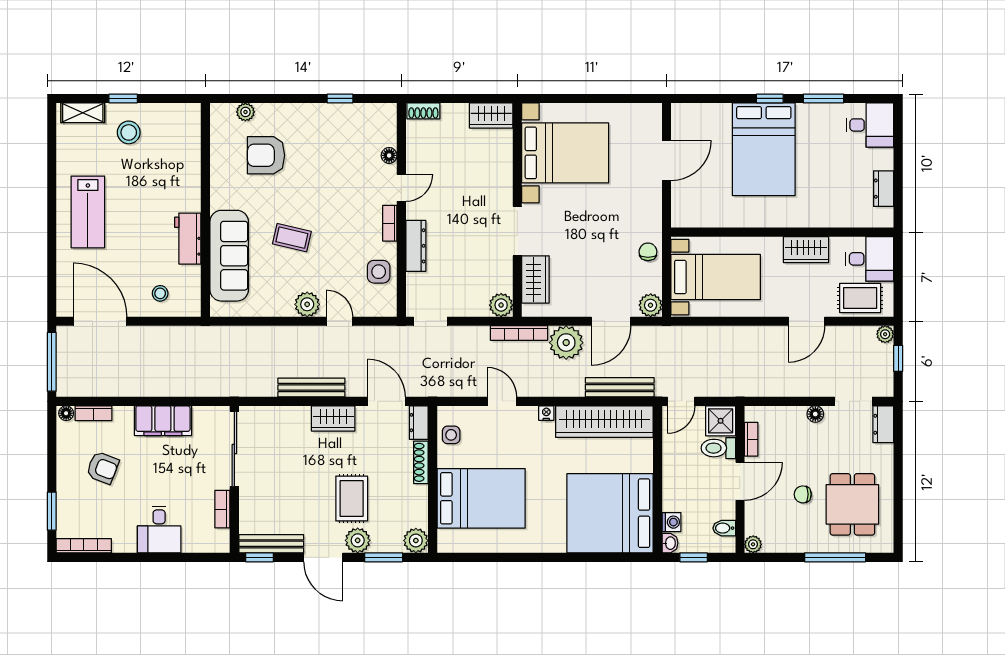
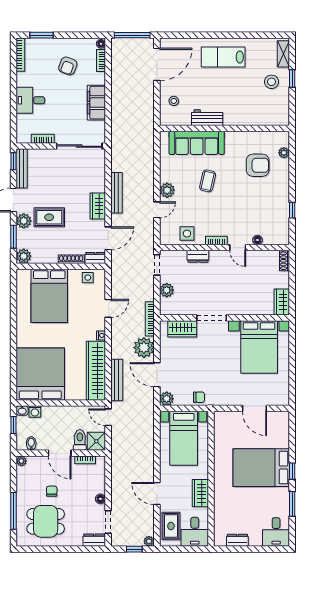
armchair: (266, 155) -> (258, 165), turned 90
dresser: (416, 246) -> (198, 256), width x0.70
plant: (501, 305) -> (167, 290), moved

